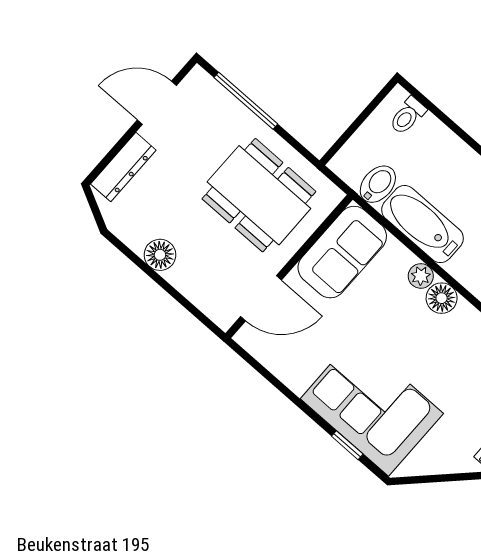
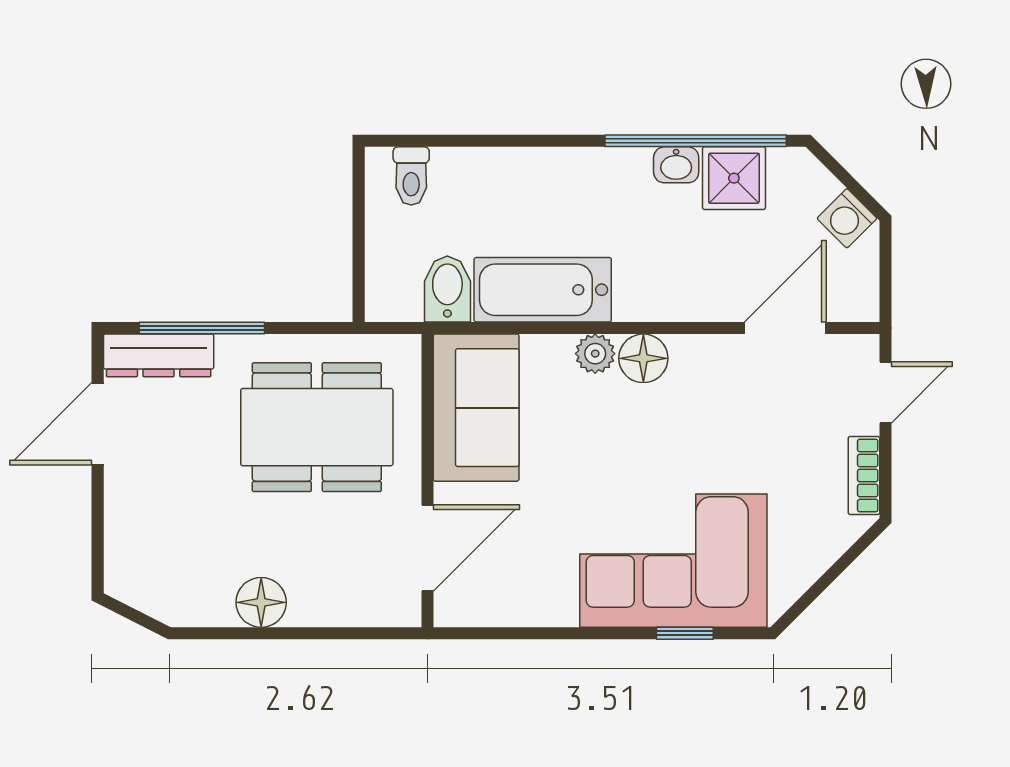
dresser: (123, 167) -> (159, 355), moved, turned 90

